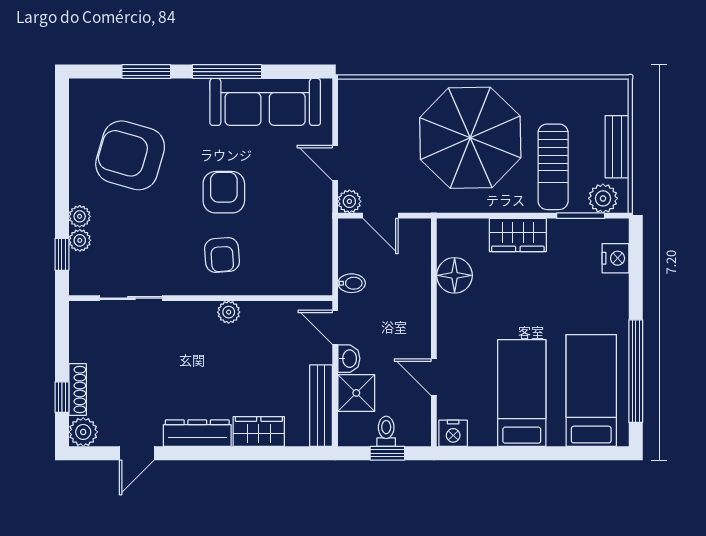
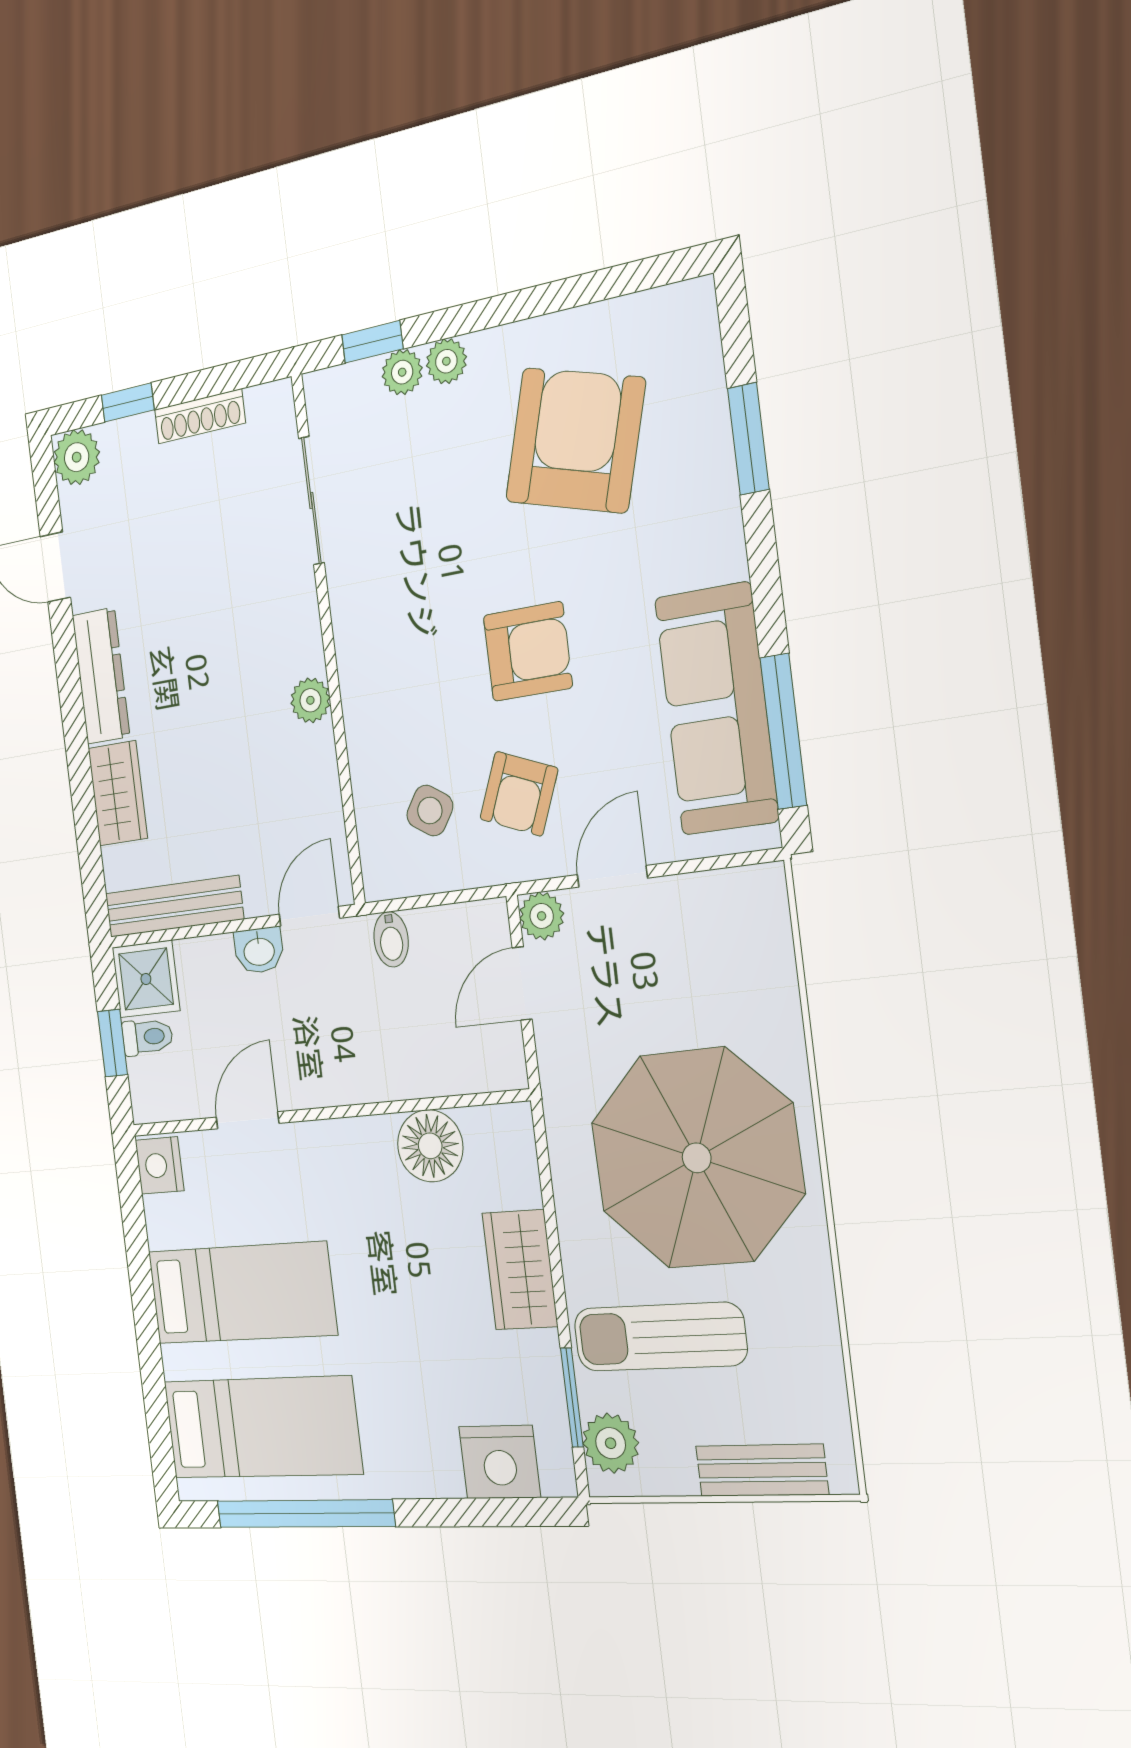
window: (227, 72) -> (783, 731), moved
bench: (617, 147) -> (762, 1470), moved
side table: (292, 254) -> (430, 811), added
armchair: (222, 255) -> (519, 794), moved, turned -64
nightstand: (615, 258) -> (500, 1462), width x1.36, depth x1.33
shoe rack: (78, 390) -> (200, 416), moved
shower: (356, 393) -> (146, 979), moved

